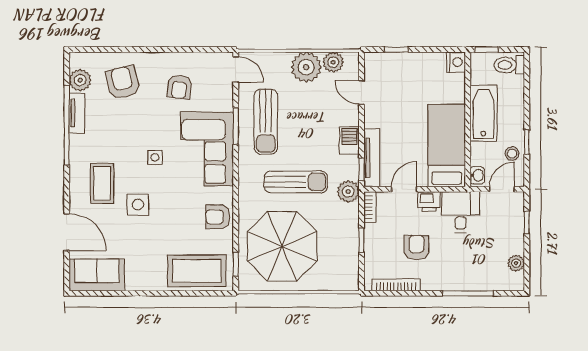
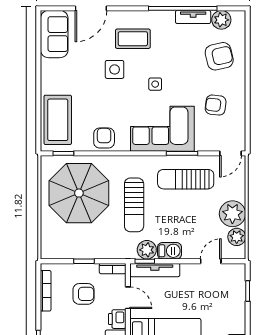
plant: (348, 191) -> (147, 250), moved
armchair: (416, 247) -> (84, 294), moved

